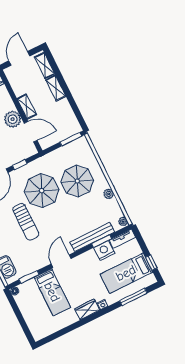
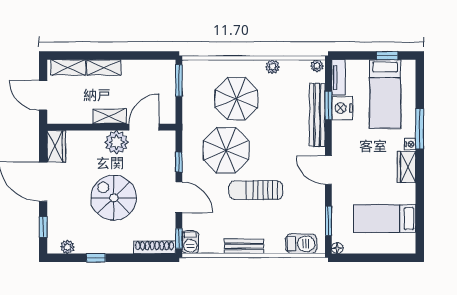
sun lounger: (26, 222) -> (256, 190), turned 180
bed: (52, 292) -> (385, 218), moved, turned 180
window: (133, 297) -> (420, 129), moved

